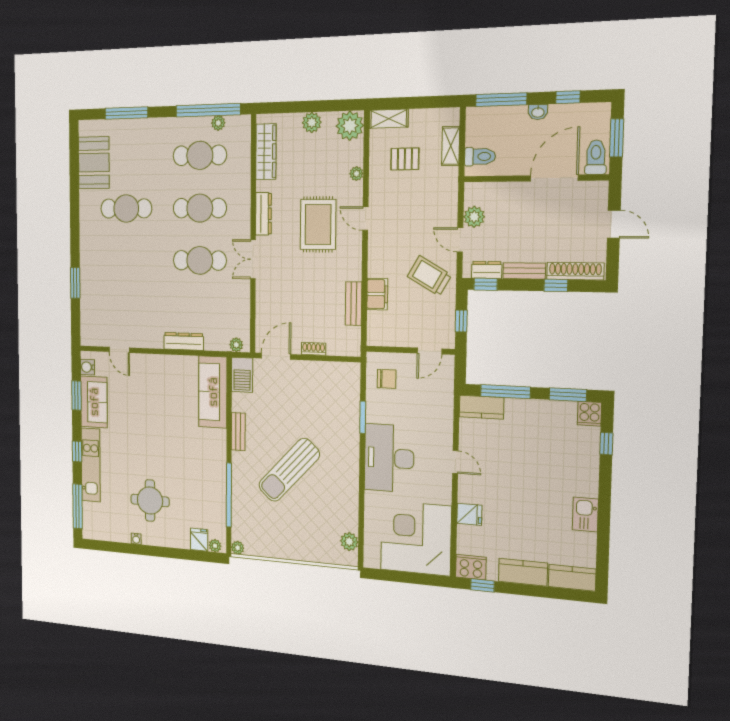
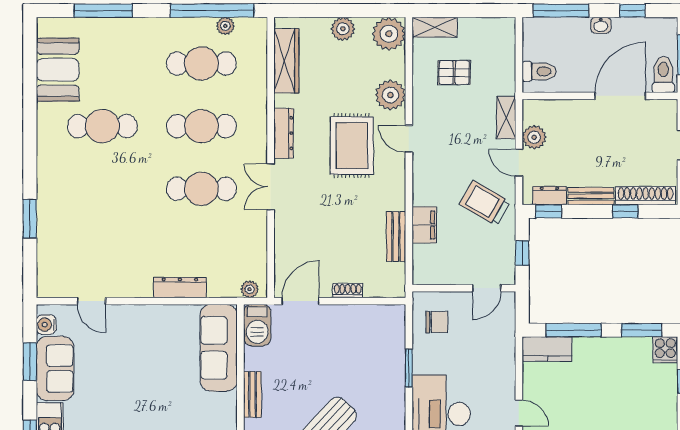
shelving: (451, 146) -> (506, 117), moved
plant: (356, 174) -> (390, 95), width x1.87, depth x1.87

